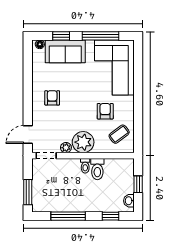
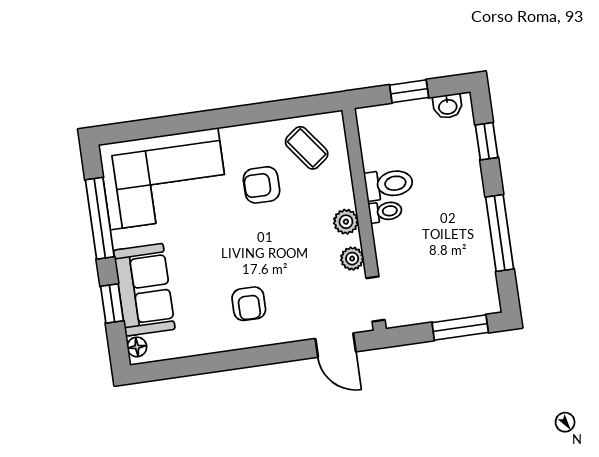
armchair: (52, 98) -> (249, 304), turned -90
plant: (83, 142) -> (346, 222), width x0.53, depth x0.53

